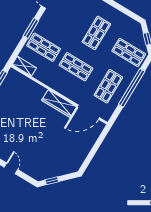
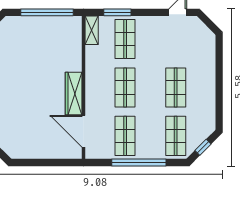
window: (31, 28) -> (117, 12), moved
shop shelf: (96, 33) -> (176, 87), turned 90
shop shelf: (108, 86) -> (125, 136), turned 90

